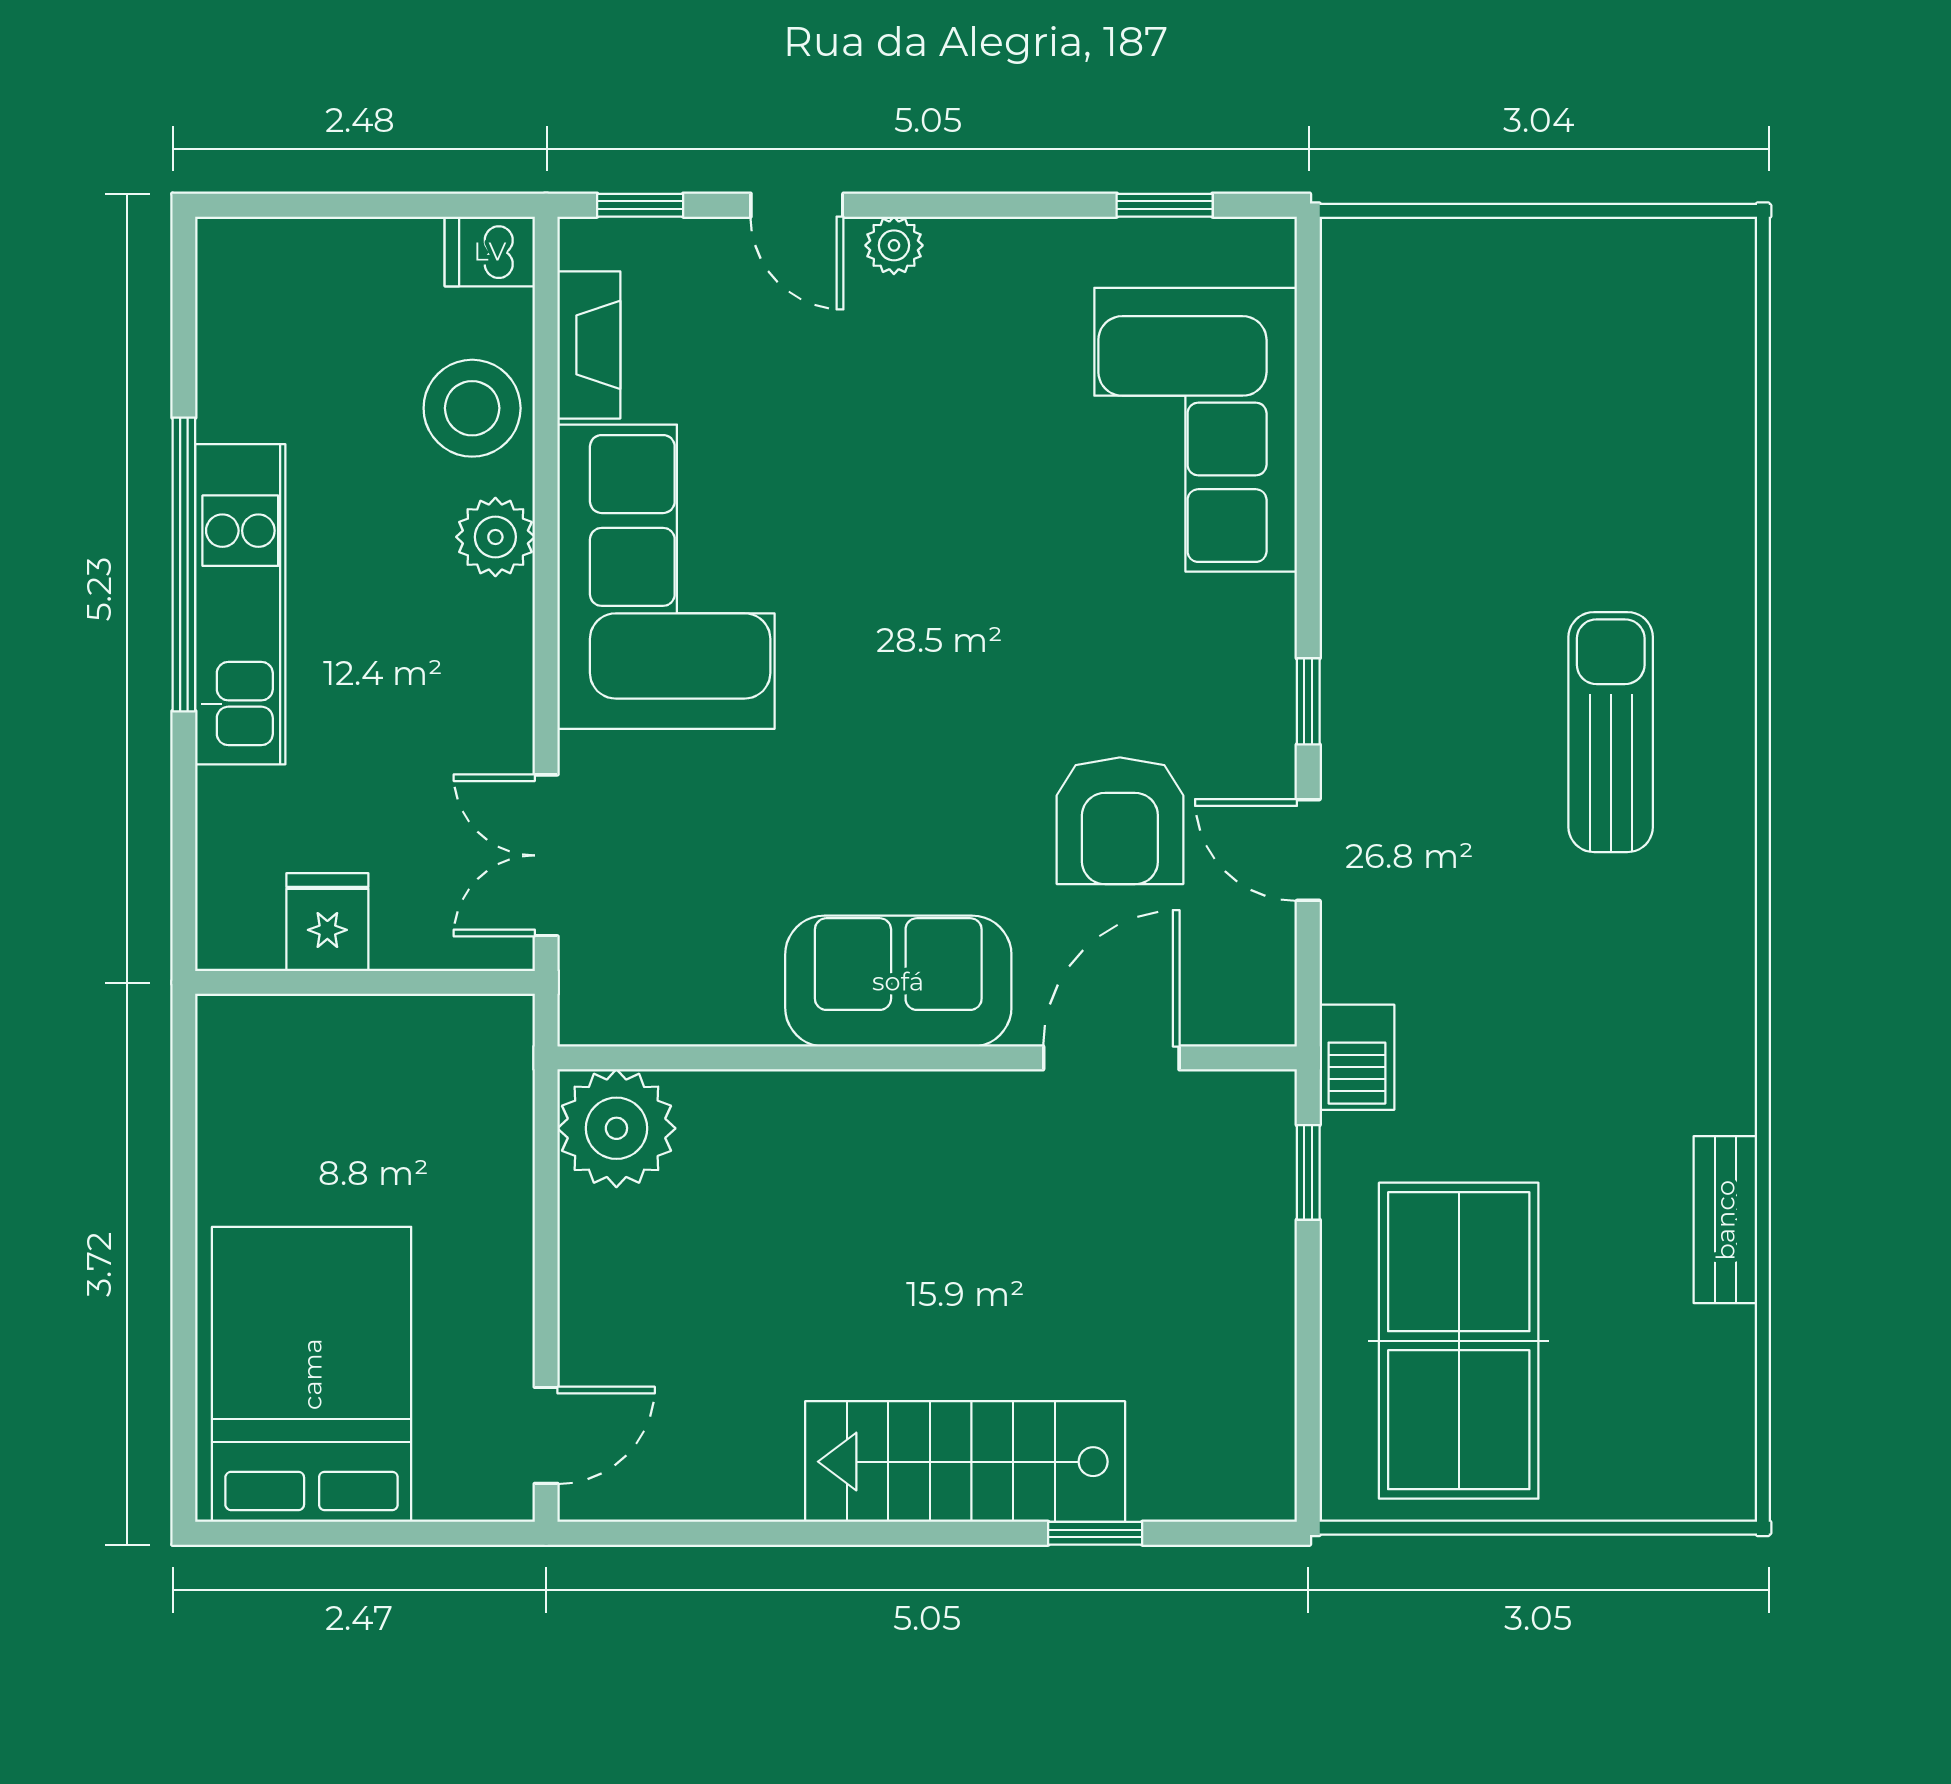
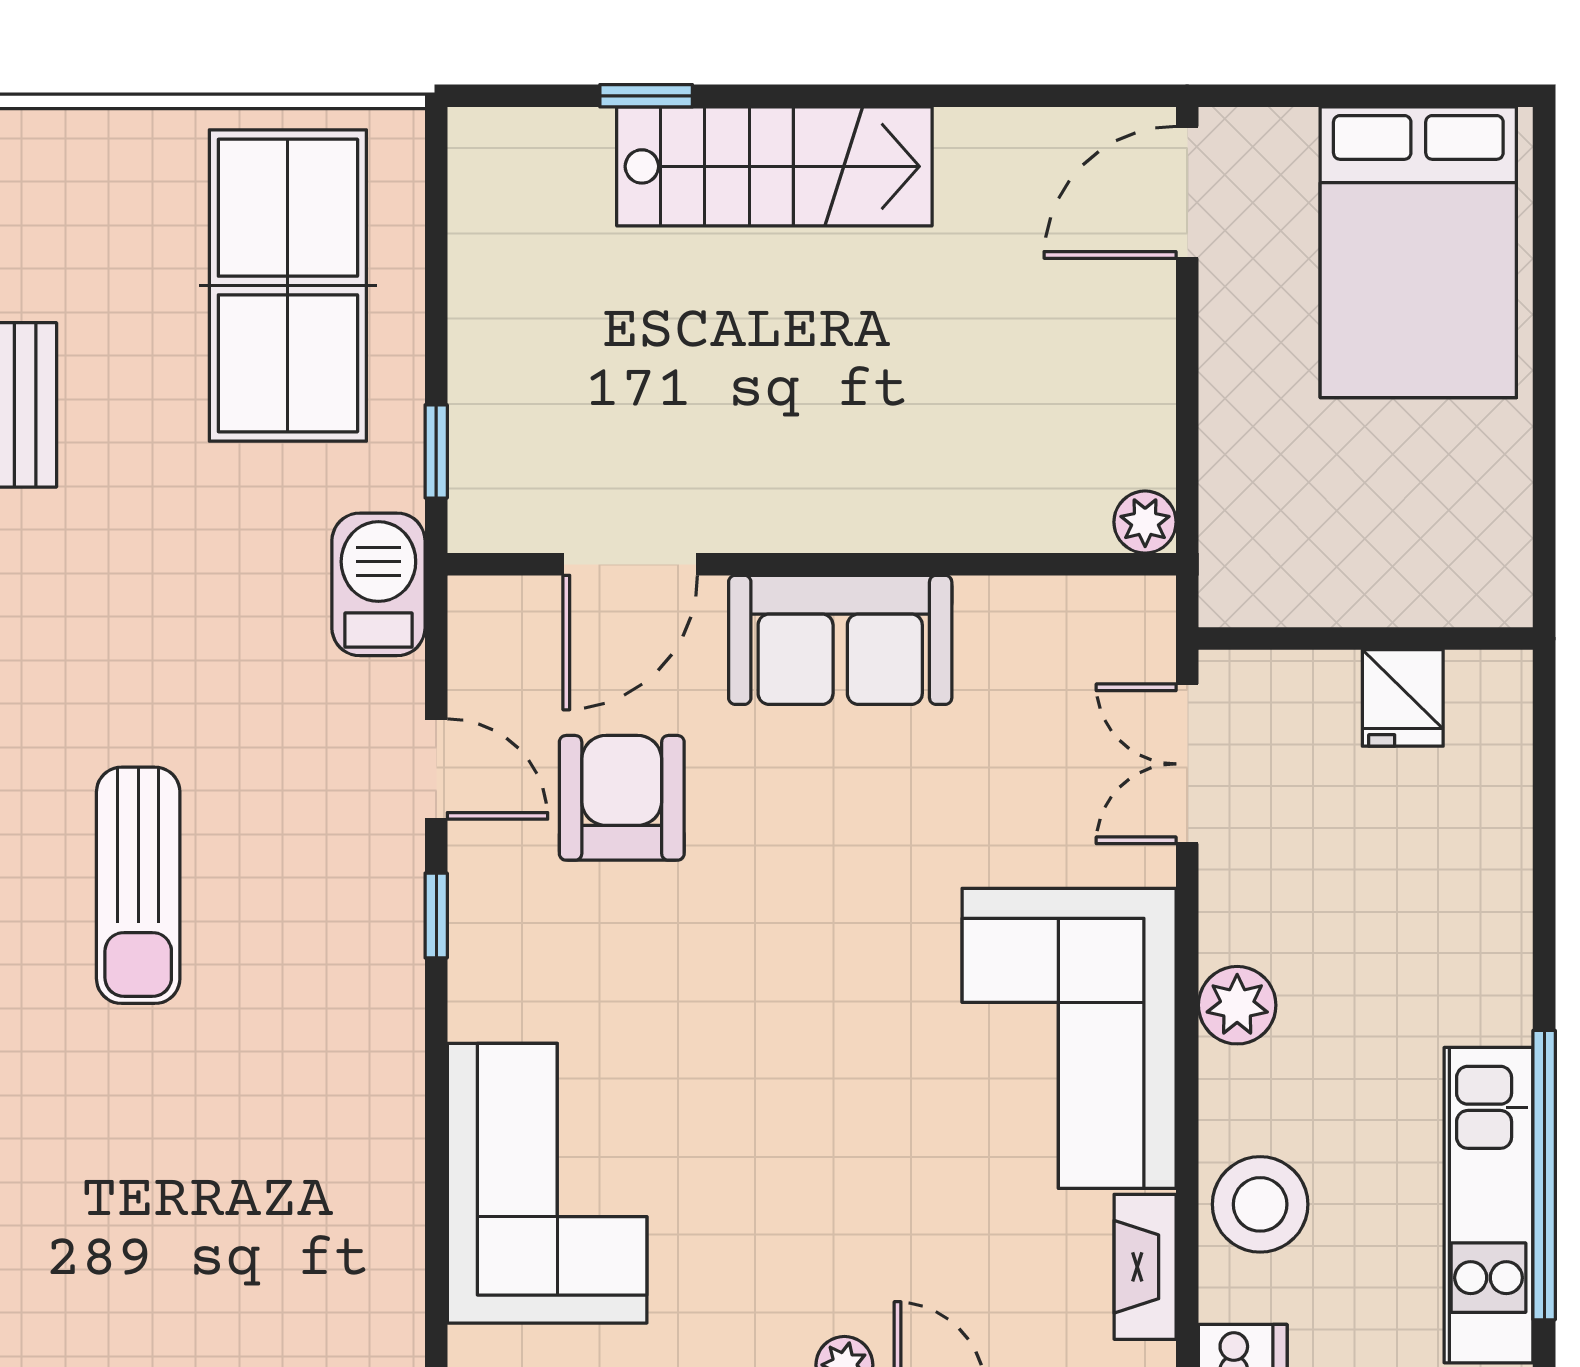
plant: (495, 537) -> (1237, 1005), moved
window: (184, 564) -> (1544, 1175), moved
kitchen unit: (240, 604) -> (1489, 1205), moved
double door: (546, 855) -> (1187, 764), swing flipped
barbecue: (1357, 1057) -> (378, 584), width x1.38, depth x1.27
plant: (616, 1128) -> (1145, 522), width x0.53, depth x0.53
door: (546, 1435) -> (1187, 192), width x1.38

